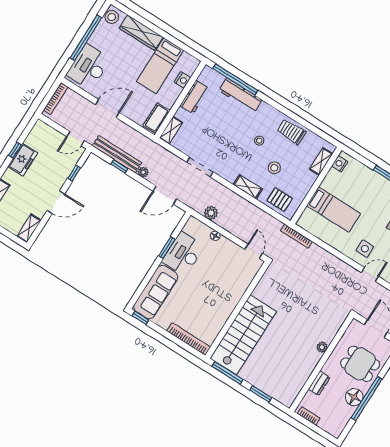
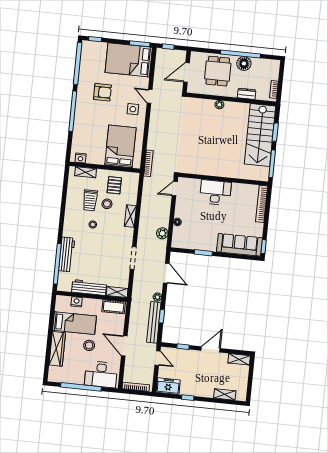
stool: (112, 17) -> (89, 345), moved
workbench: (194, 97) -> (89, 287), width x1.38
trolley: (291, 132) -> (90, 200), moved
freezer: (23, 160) -> (168, 386), moved
pallet: (280, 199) -> (114, 185), moved
door: (56, 202) -> (211, 349), hinge flipped
bed: (334, 210) -> (120, 146), width x1.50
desk: (183, 254) -> (215, 192), moved, turned 180
stairs: (243, 335) -> (260, 135), moved, turned -90

